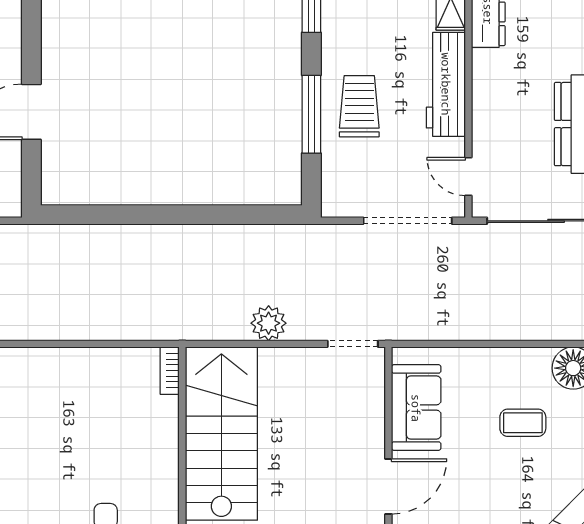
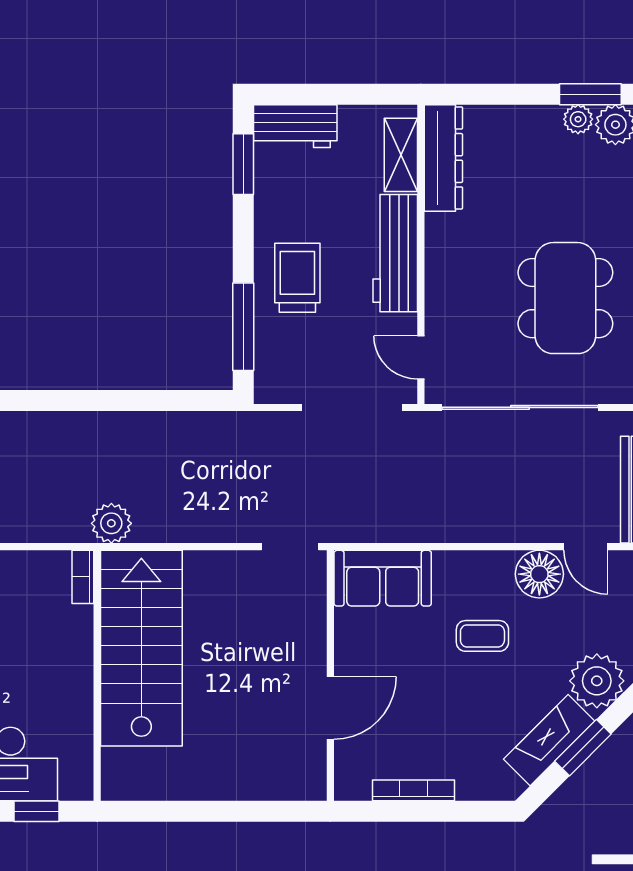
window: (311, 114) -> (243, 327), moved
plant: (269, 323) -> (111, 523), moved
sofa: (416, 408) -> (383, 578), moved, turned 90

